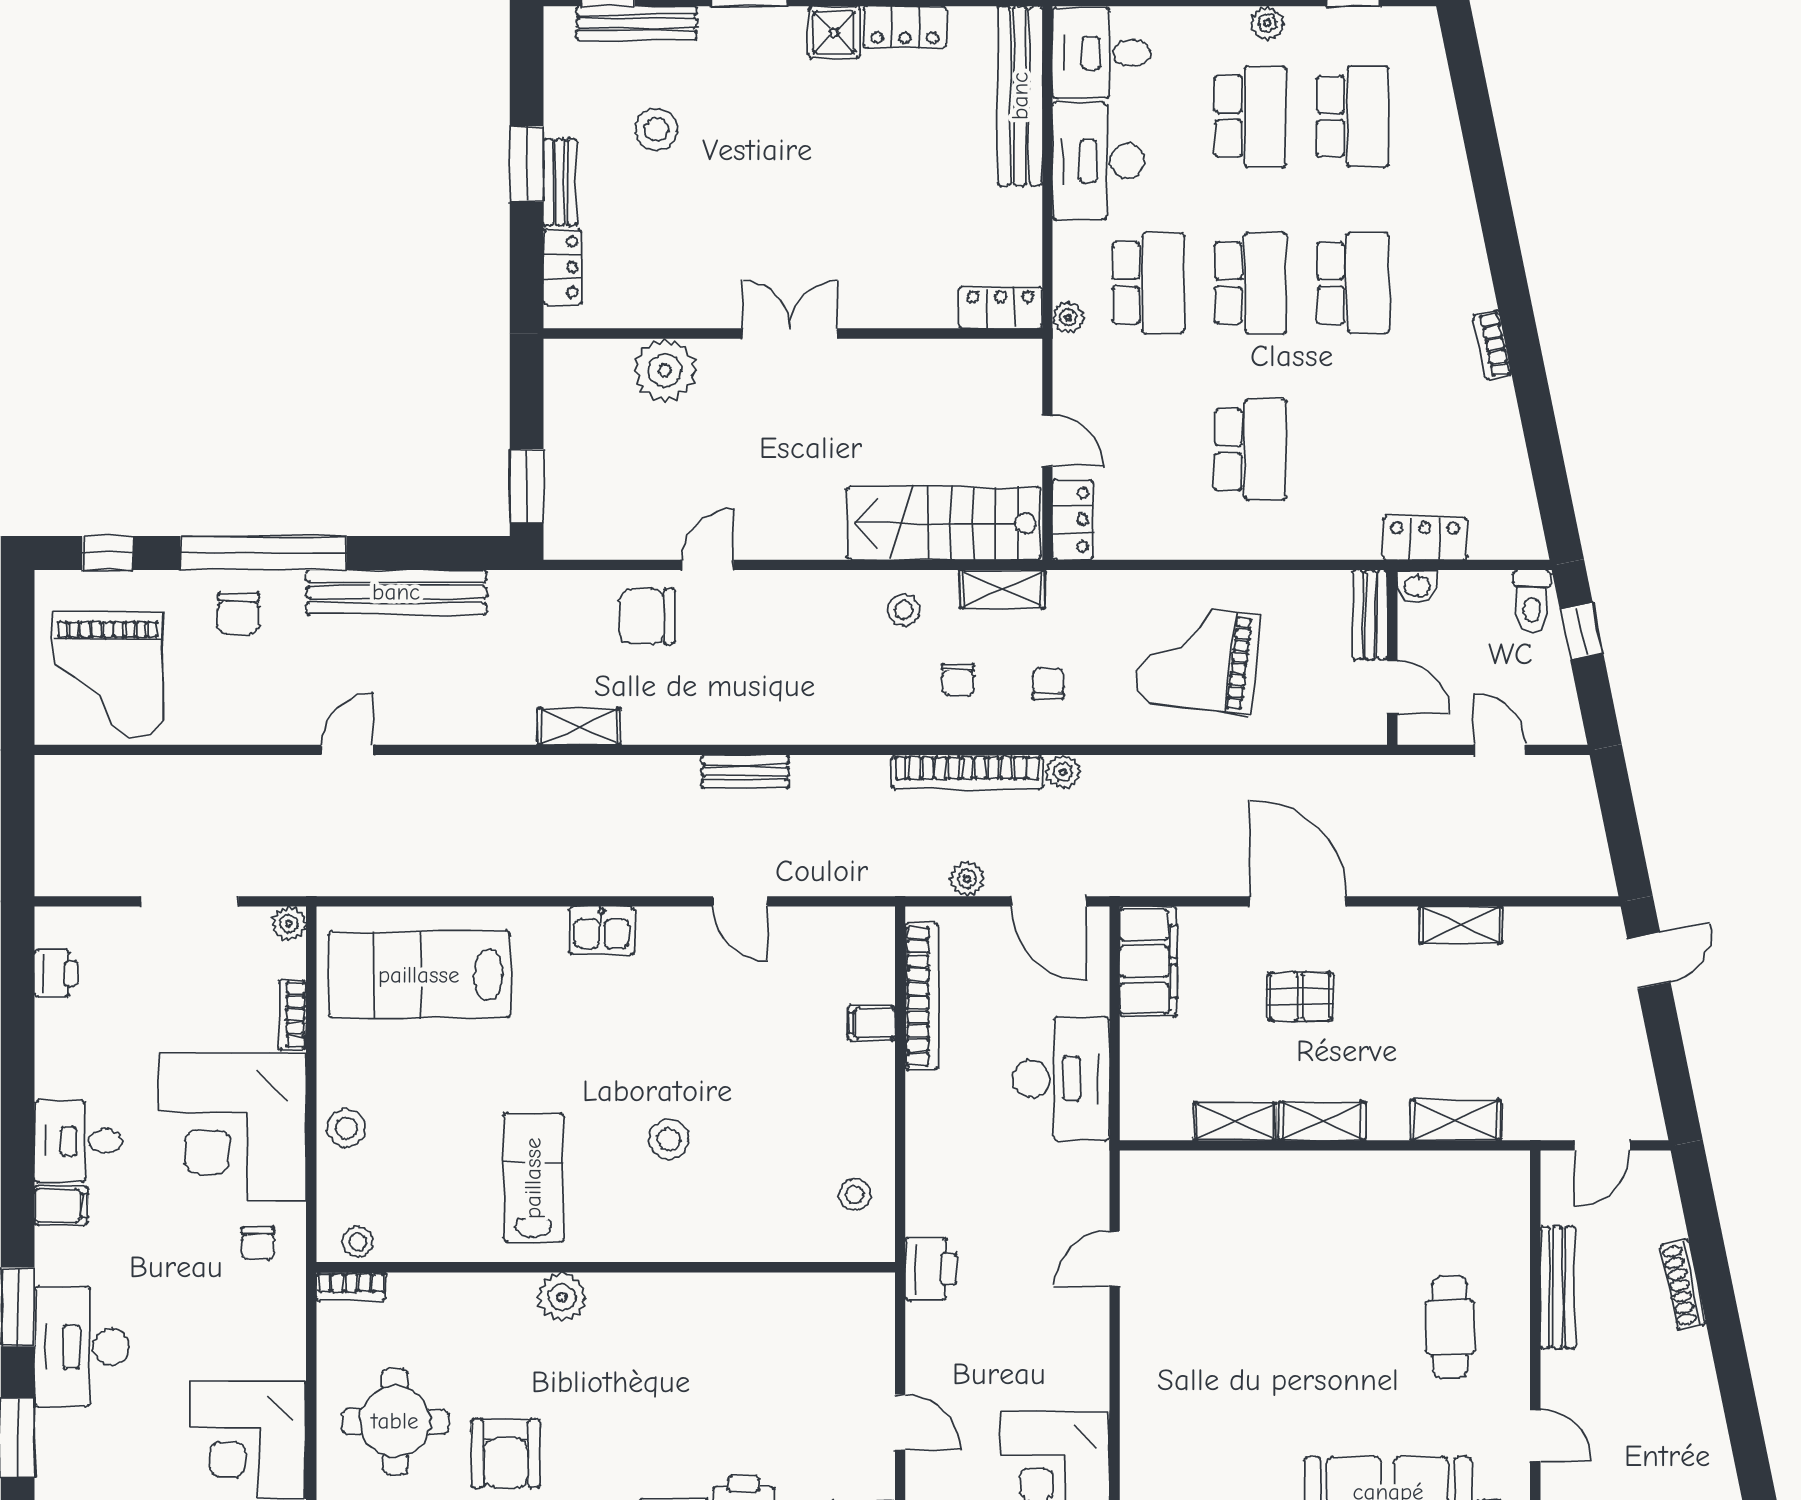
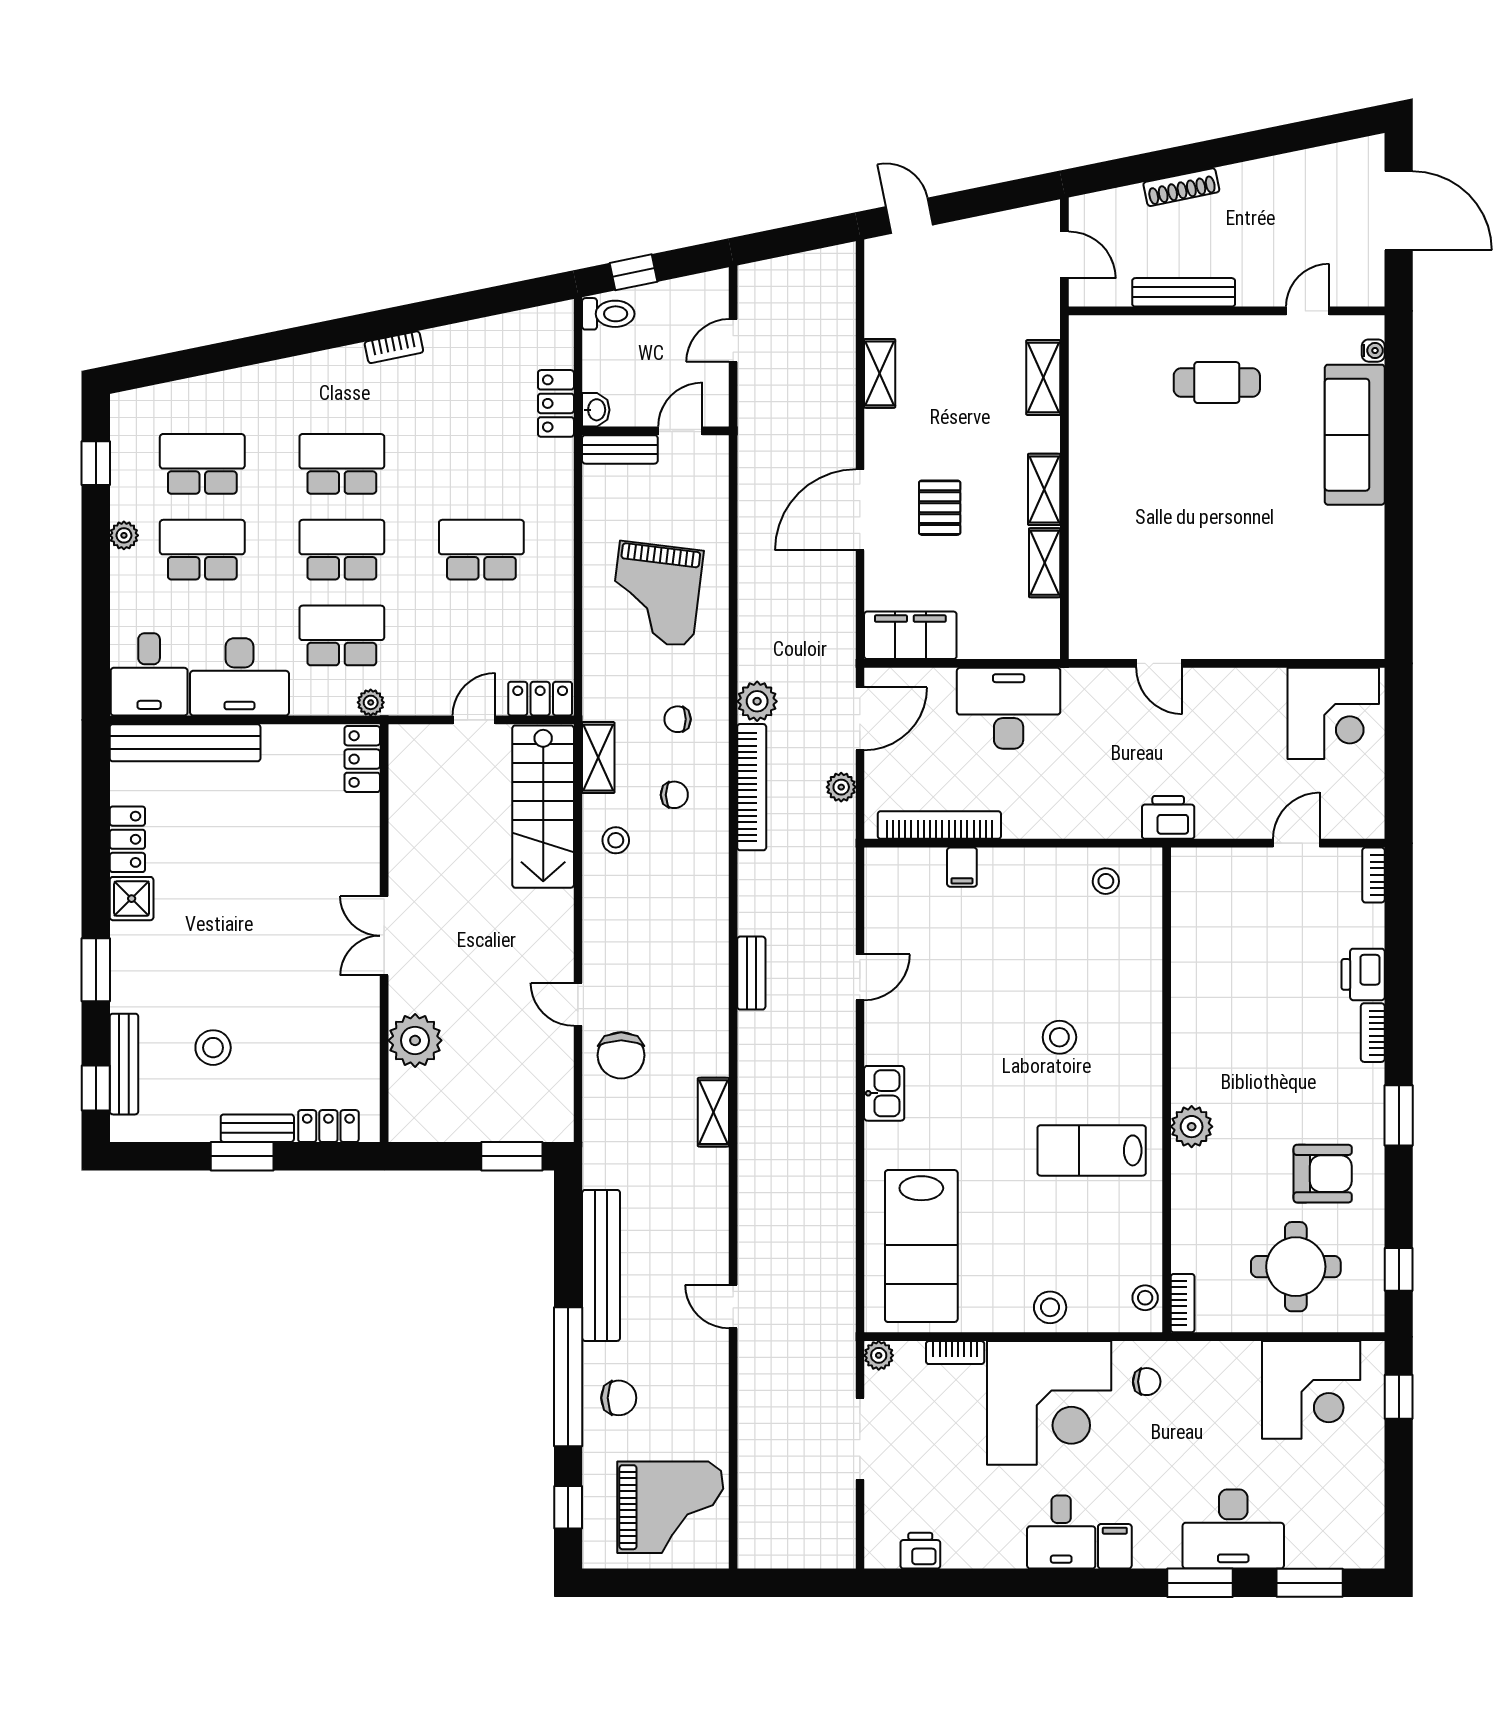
plant: (1063, 772) -> (757, 701), width x1.38, depth x1.38

